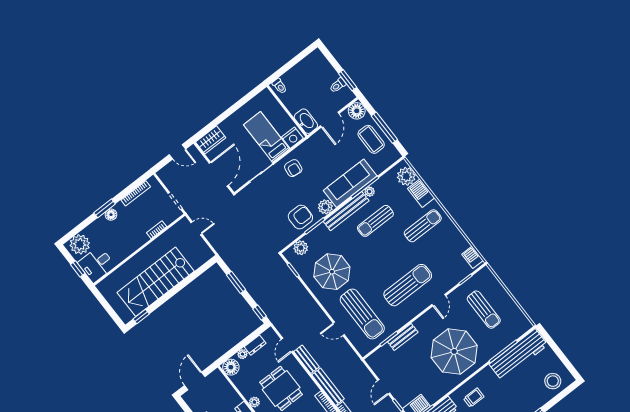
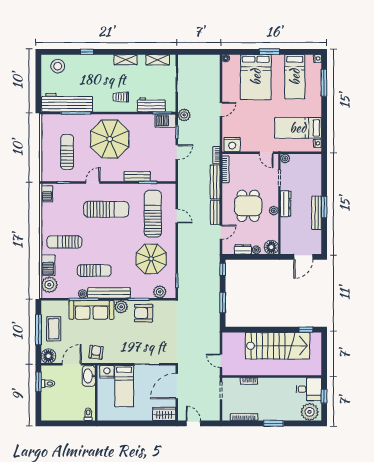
armchair: (293, 168) -> (96, 352), moved
floor lamp: (111, 215) -> (272, 416), removed
sun lounger: (408, 285) -> (106, 209), turned 180

